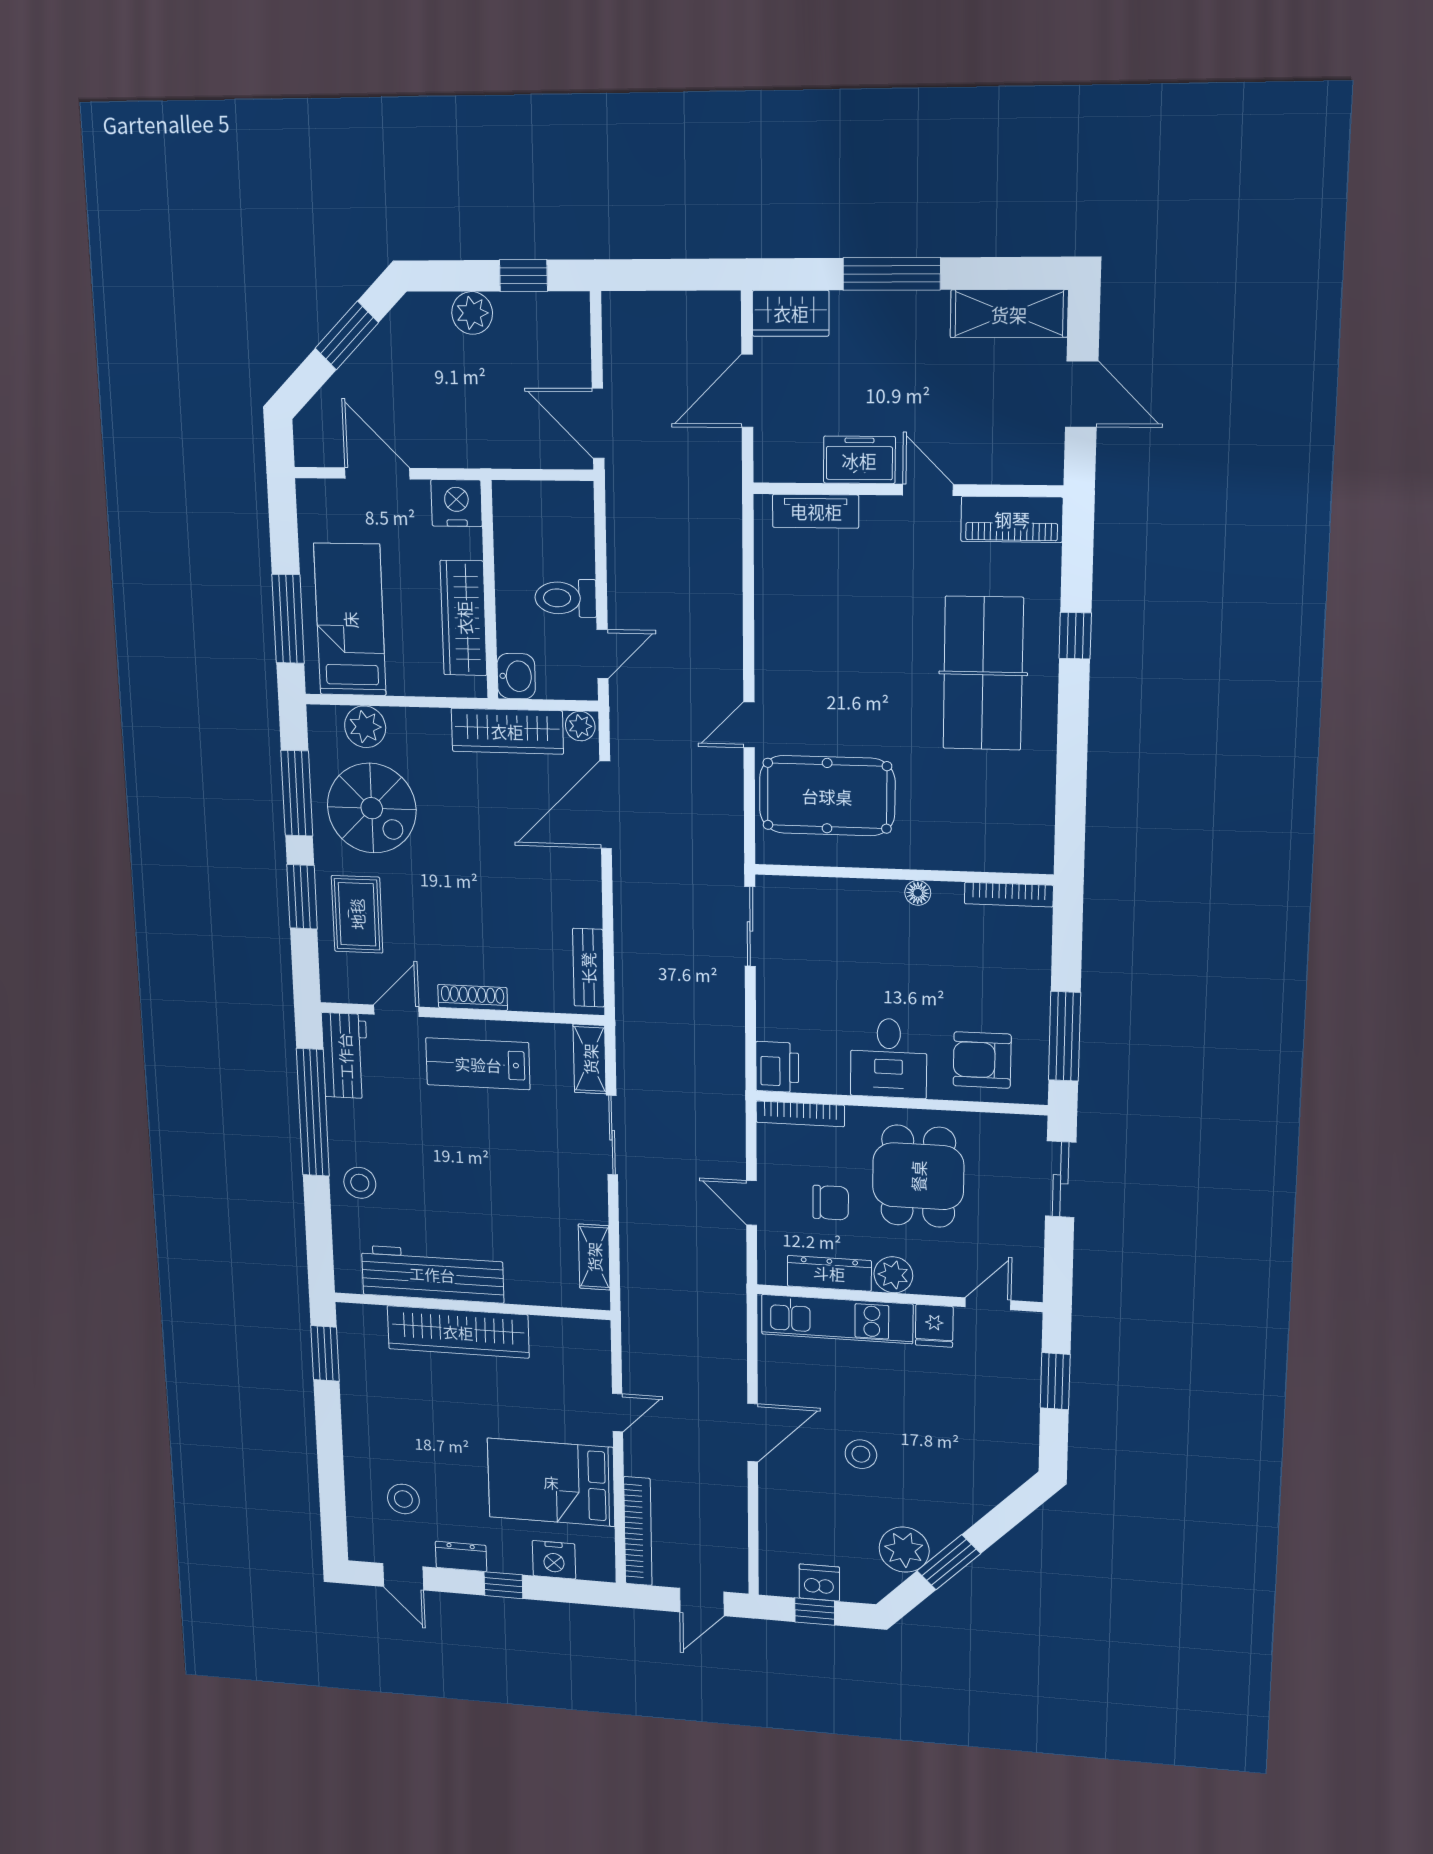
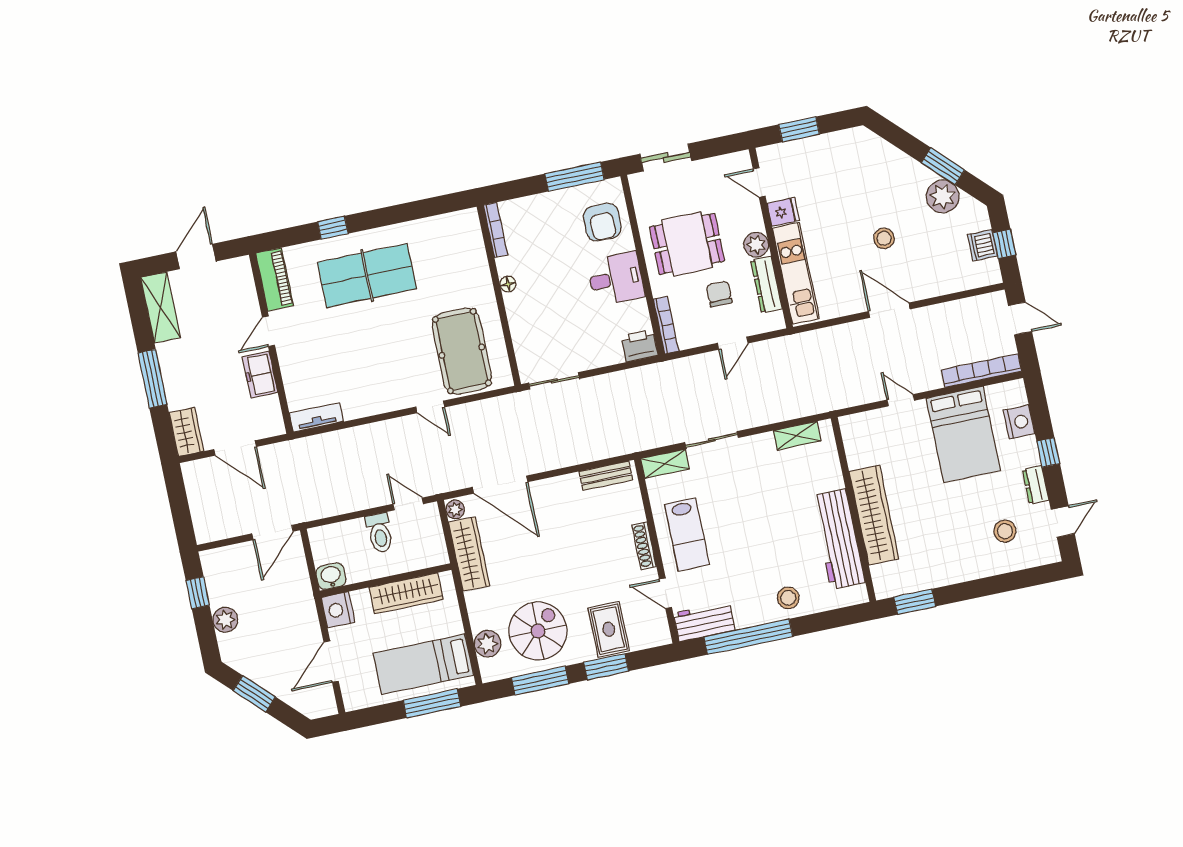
tv unit: (816, 511) -> (316, 417), moved, turned -90
washbasin: (516, 676) -> (331, 576), moved
rug: (357, 914) -> (609, 629), turned 90

